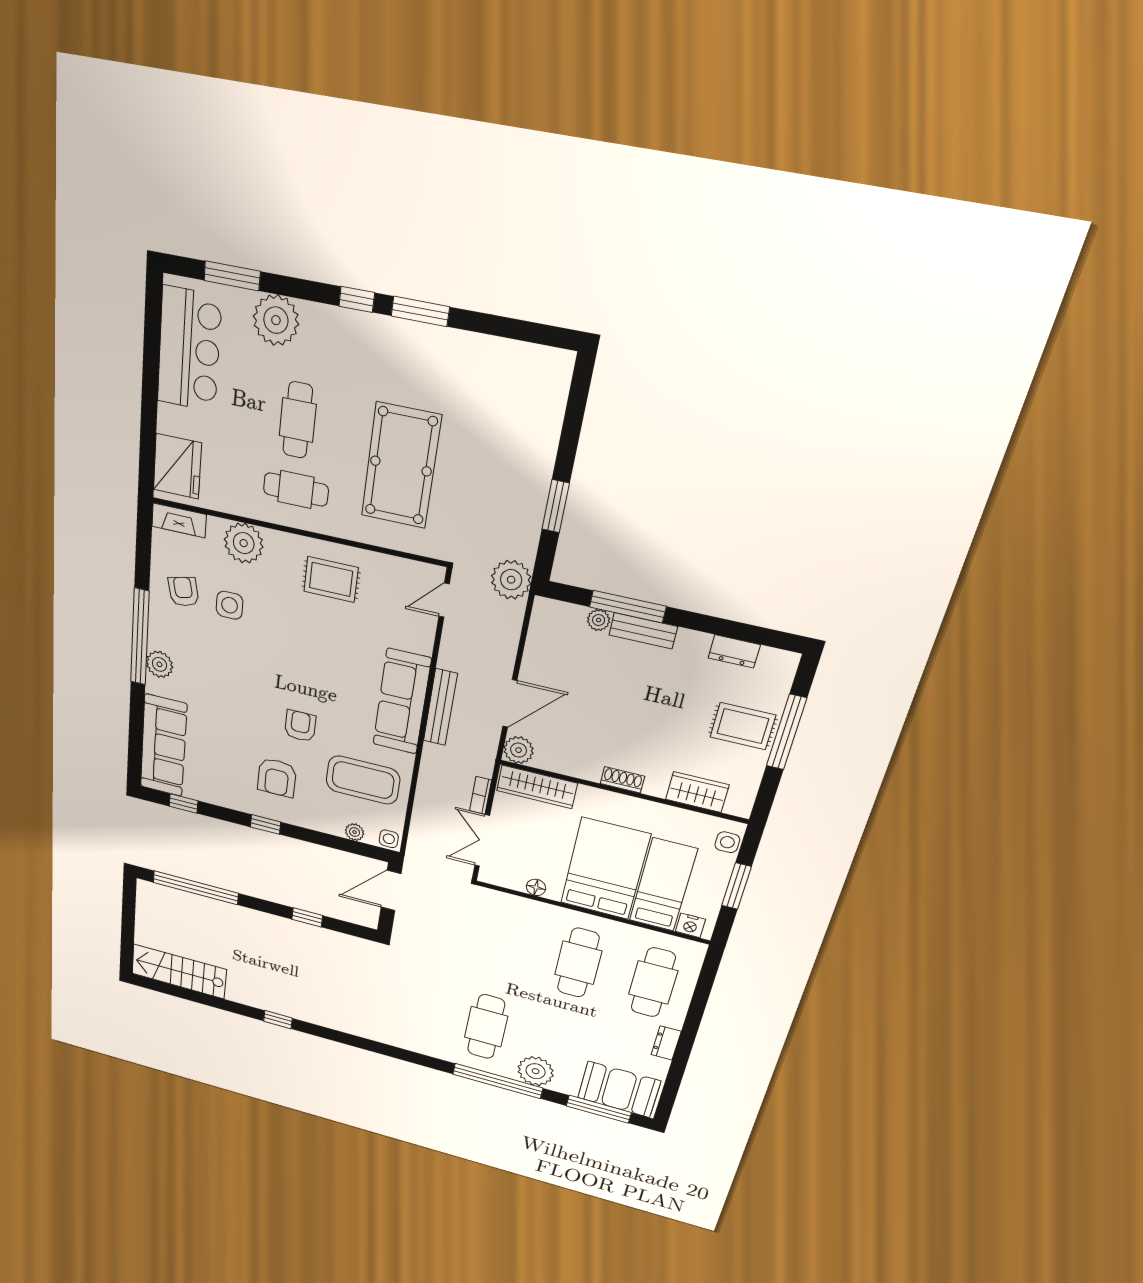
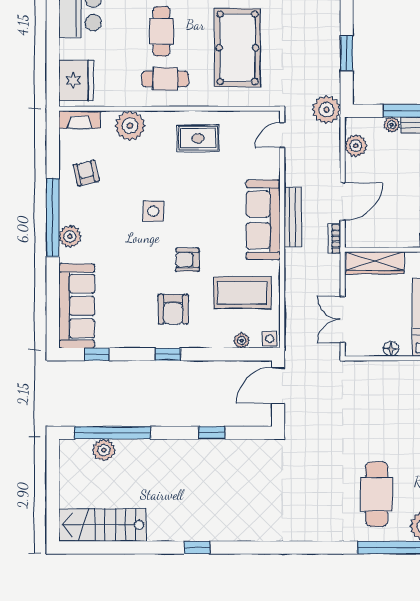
side table: (230, 605) -> (153, 211), moved
armchair: (300, 726) -> (187, 260), turned -90
plant: (519, 750) -> (356, 146), moved
bookcase: (480, 795) -> (334, 239), moved
plant: (185, 902) -> (104, 450), added

